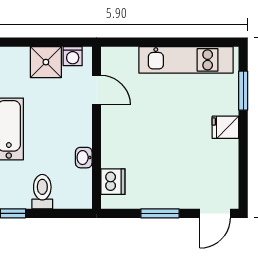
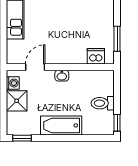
washbasin: (84, 158) -> (62, 76), moved
window: (160, 213) -> (117, 39), moved

